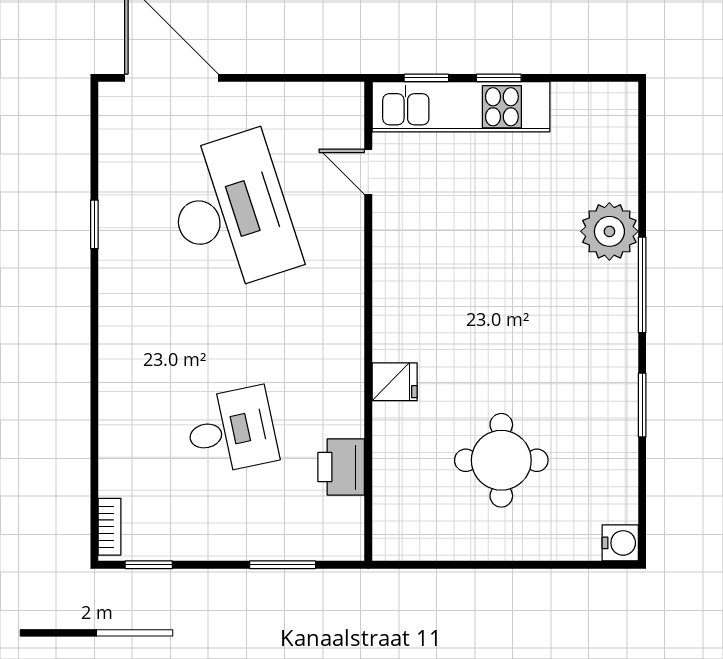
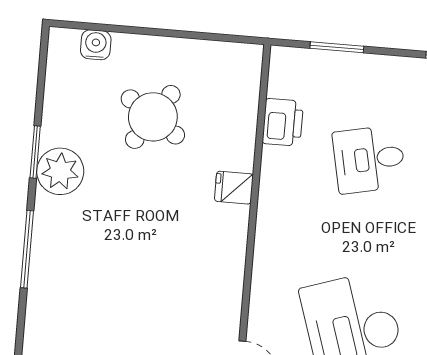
plant: (609, 231) -> (60, 171), moved
round table: (501, 460) -> (153, 117), turned 34
water cooler: (620, 543) -> (96, 45), moved, turned 90

